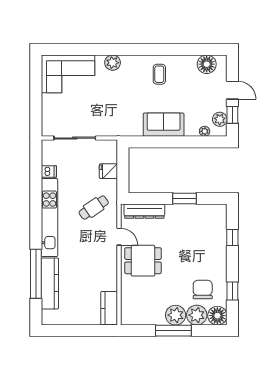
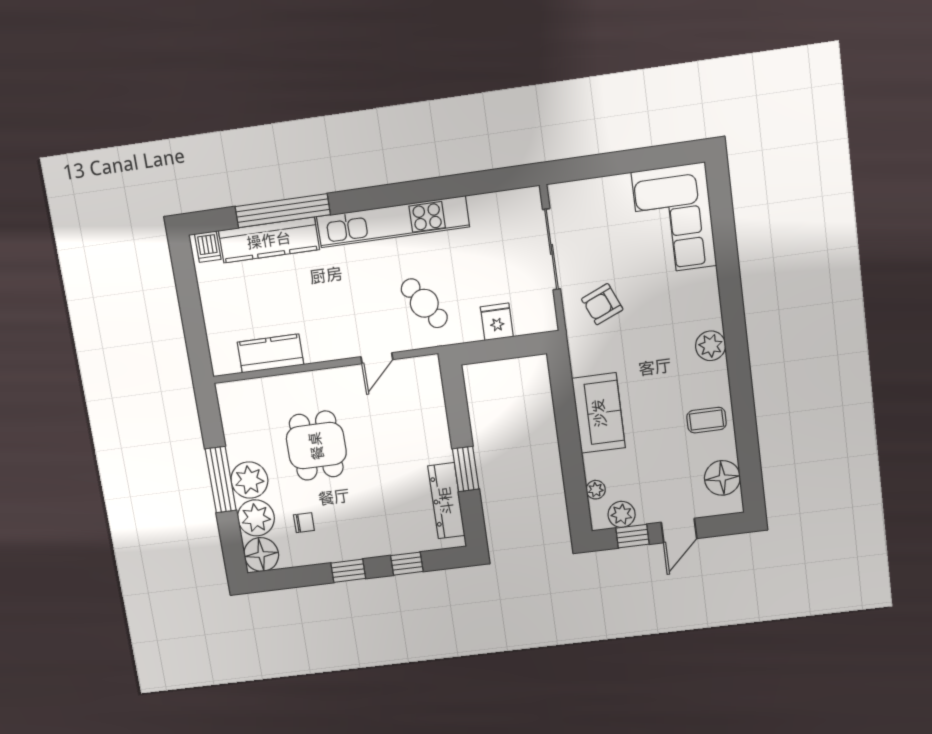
plant: (113, 63) -> (711, 346), moved
coffee table: (159, 74) -> (706, 420), moved
armchair: (107, 116) -> (602, 304), added
dishwasher: (49, 171) -> (208, 247), moved
dresser: (144, 211) -> (446, 501), moved
dining table: (143, 261) -> (316, 446), moved
chair: (203, 290) -> (304, 523), width x0.54, depth x0.54
window: (232, 291) -> (348, 571), moved
kitchen counter: (109, 308) -> (270, 353), moved

